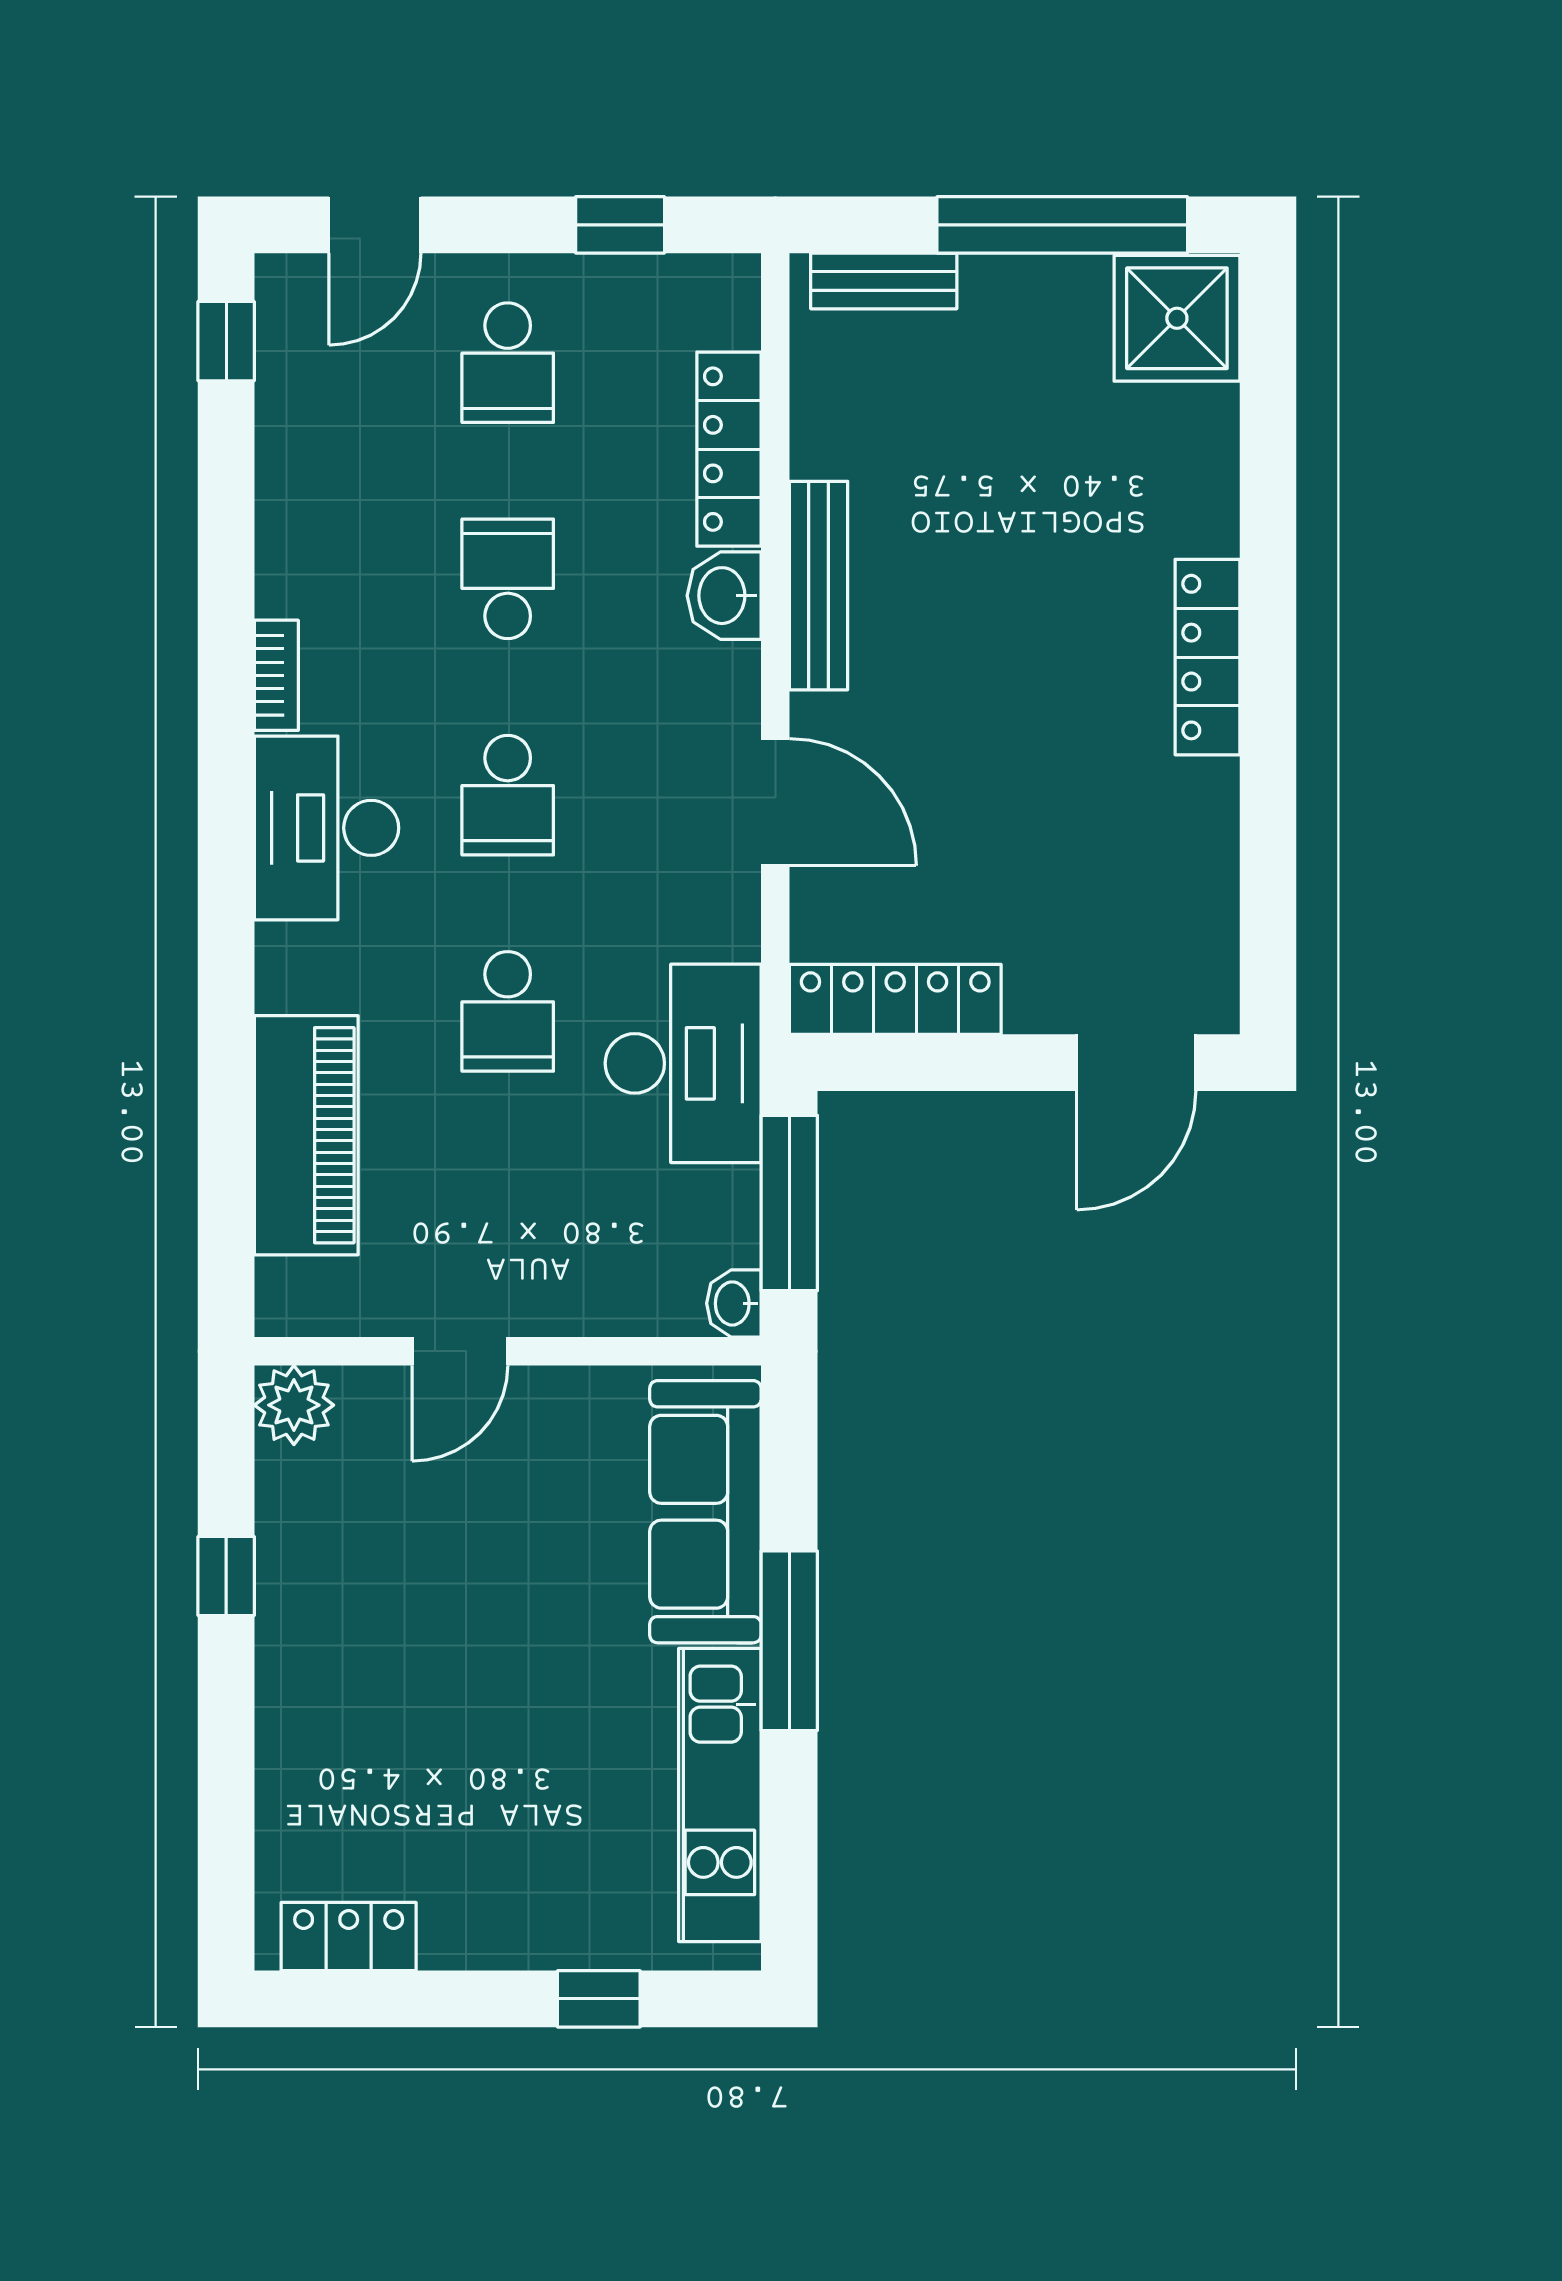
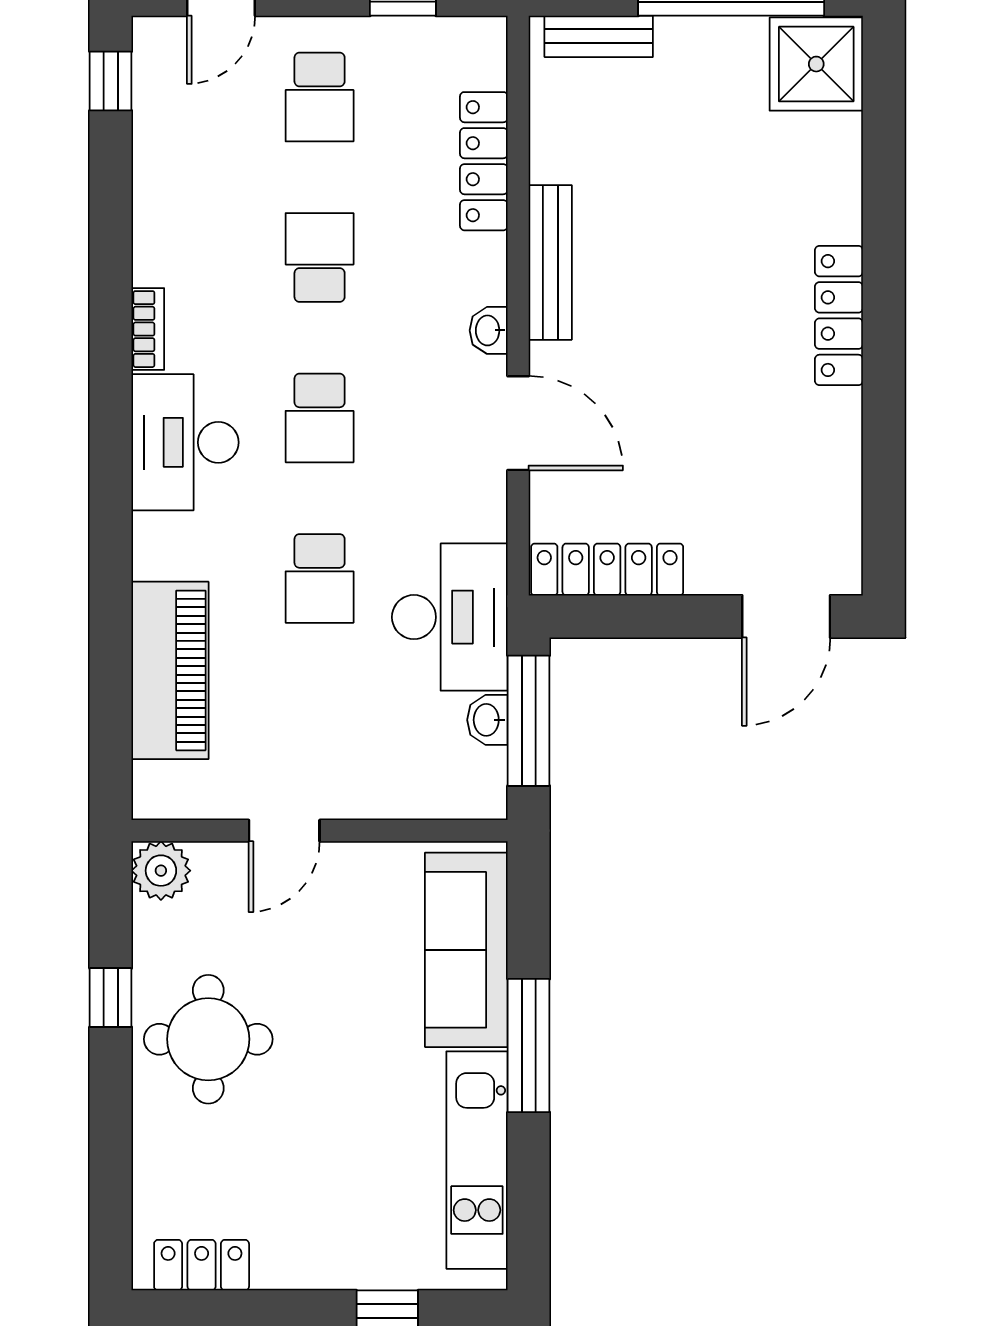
washbasin: (724, 596) -> (489, 330), moved, width x0.72, depth x0.69
washbasin: (734, 1303) -> (487, 720), moved
round table: (358, 1632) -> (208, 1039), added

